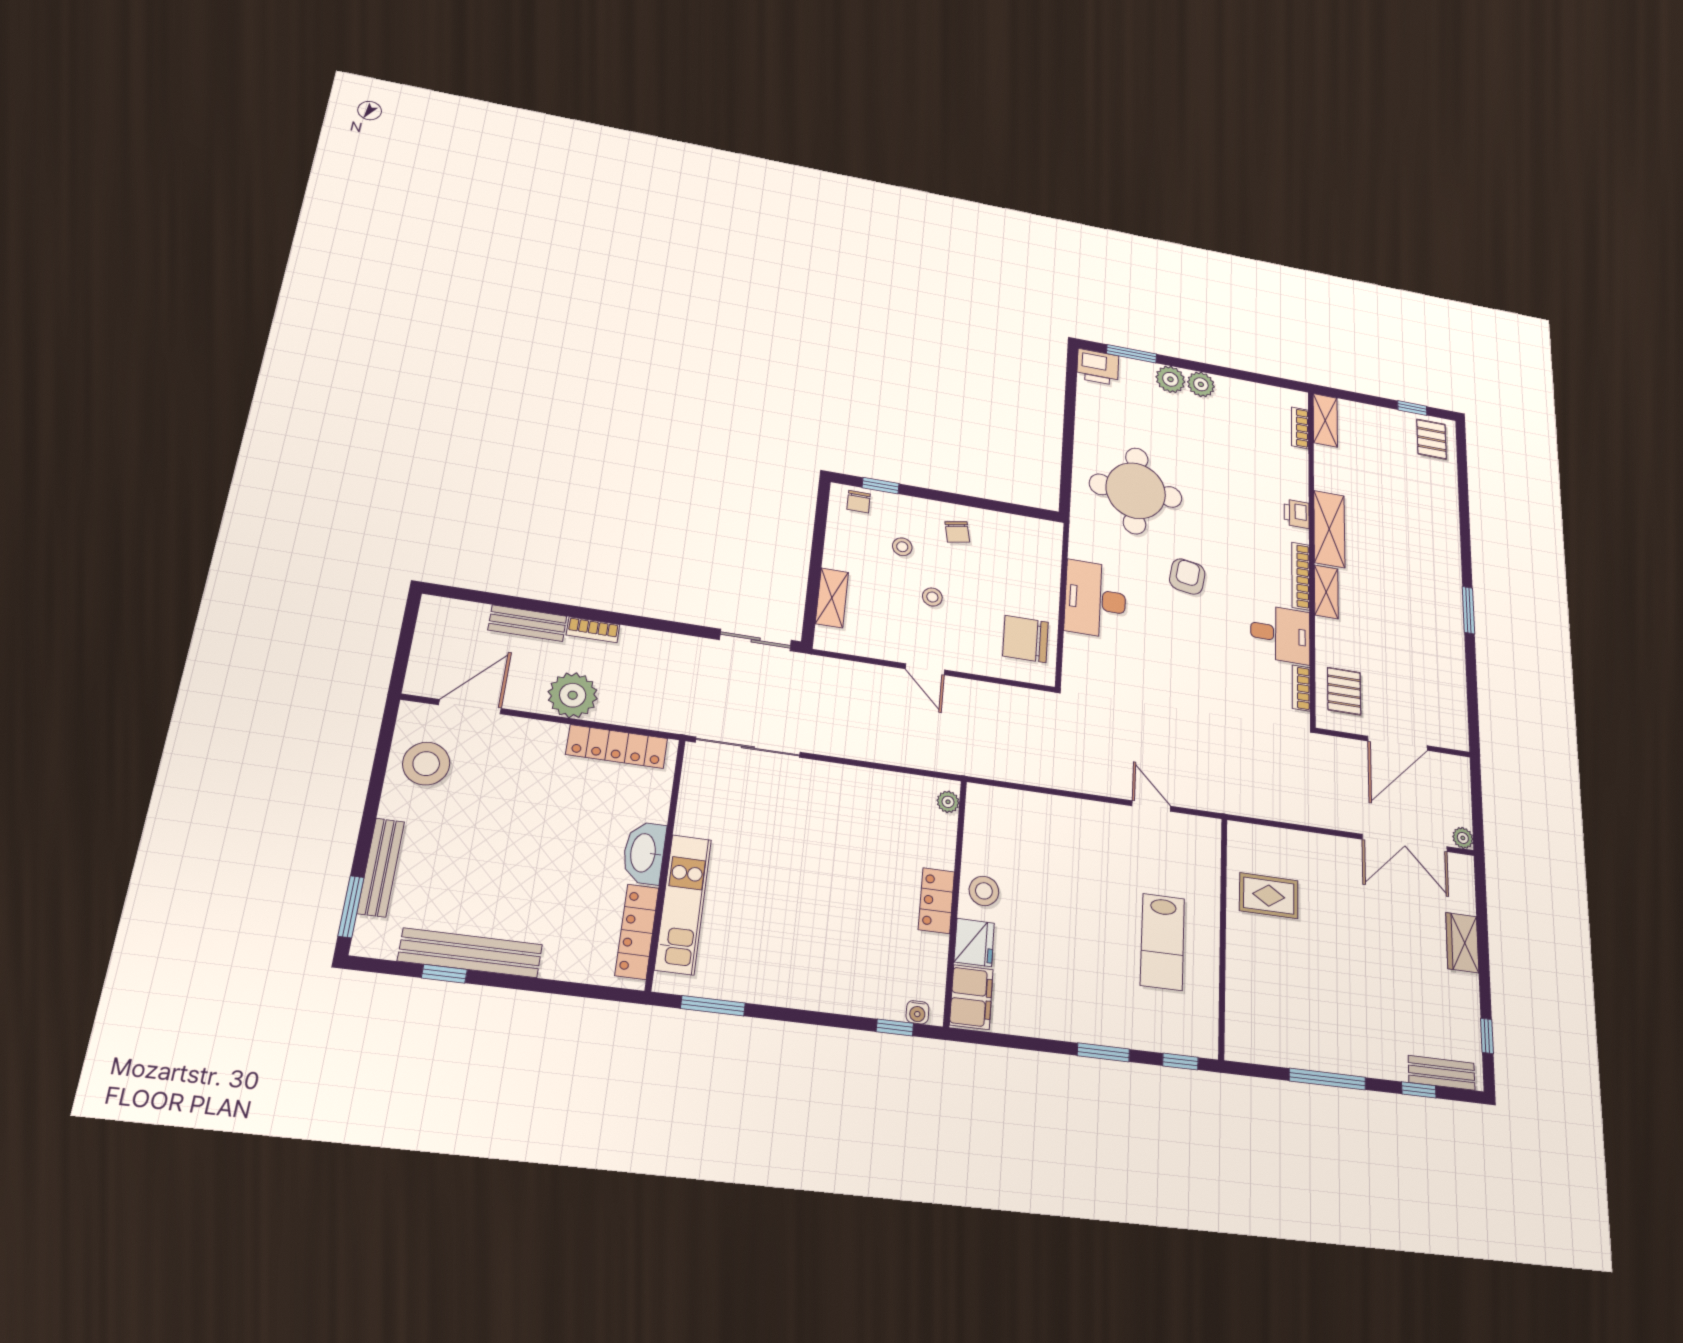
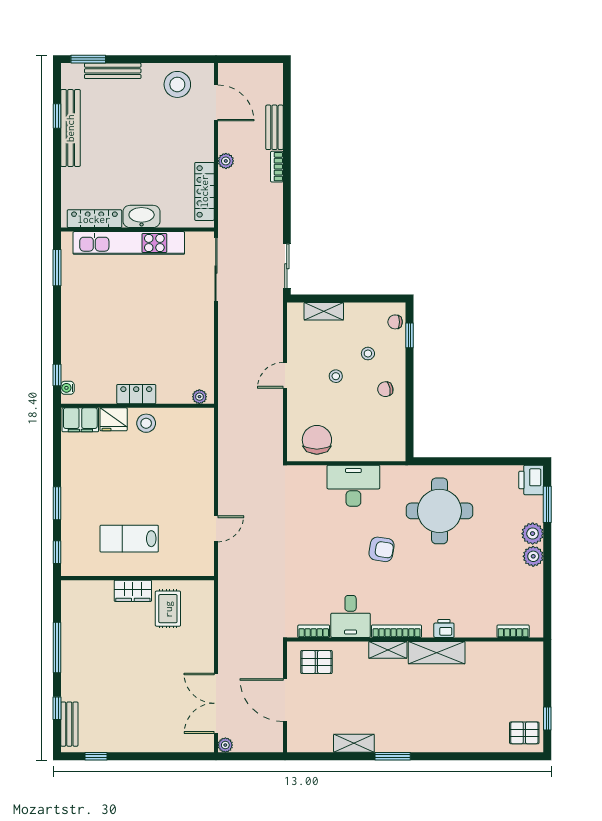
shelving: (1325, 420) -> (354, 743), moved
plant: (573, 695) -> (226, 161), width x0.53, depth x0.53
kitchen unit: (683, 904) -> (129, 243), width x1.36
wardrobe: (1462, 943) -> (133, 591), moved, turned 180

